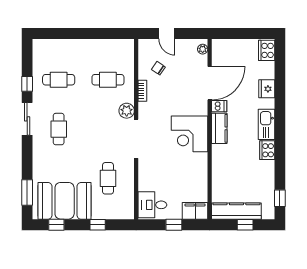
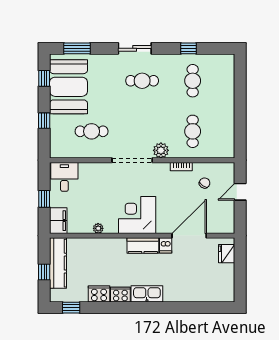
plant: (203, 49) -> (98, 228), moved
cooker: (267, 50) -> (99, 294), moved
door: (210, 83) -> (189, 236), swing flipped
fridge: (267, 89) -> (227, 254), moved, turned -90
sliding door: (27, 119) -> (135, 48), moved

